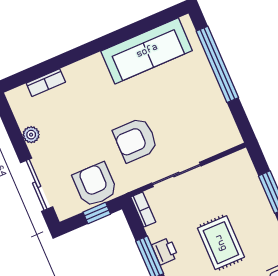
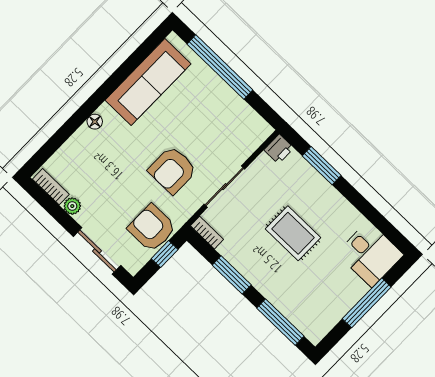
floor lamp: (83, 67) -> (95, 122), added
bookcase: (46, 83) -> (51, 187), moved, turned -90
printer: (165, 251) -> (279, 149), moved, turned 90

